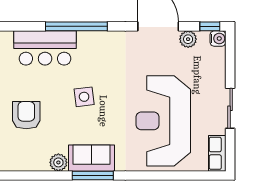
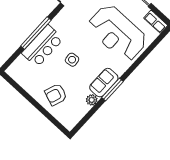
bar counter: (45, 48) -> (43, 46), moved
armchair: (26, 115) -> (56, 95), turned -70

